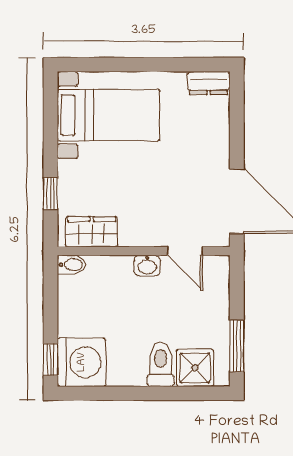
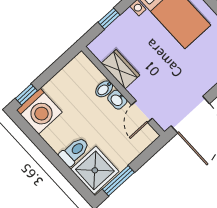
wardrobe: (92, 232) -> (120, 69), moved
bidet: (71, 265) -> (104, 89), moved, turned 90
shower: (195, 368) -> (95, 170), width x1.36, depth x1.36

